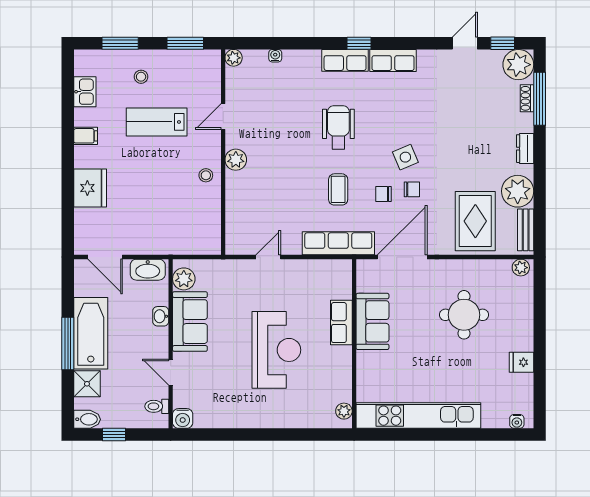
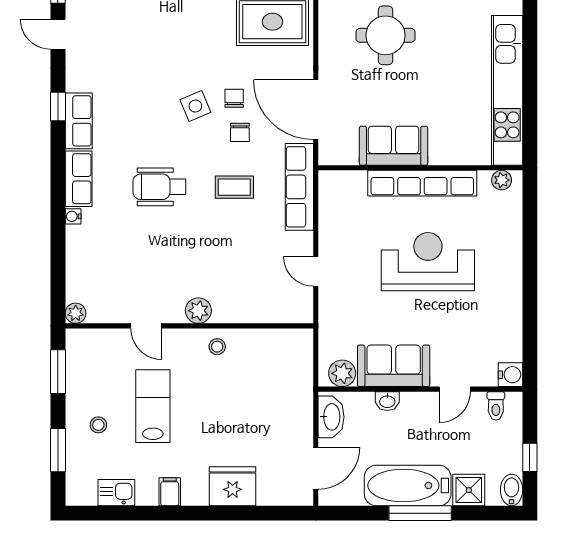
window: (359, 43) -> (58, 106), moved
water cooler: (275, 56) -> (73, 216), moved
lab bench: (157, 122) -> (153, 406), turned 180
row of seats: (341, 323) -> (422, 183), width x2.02

